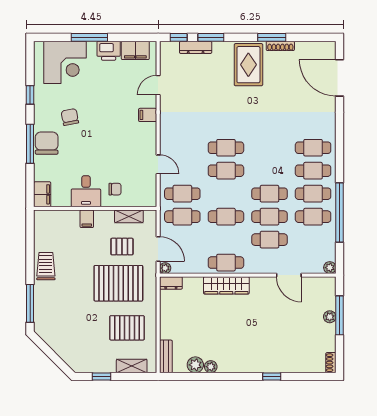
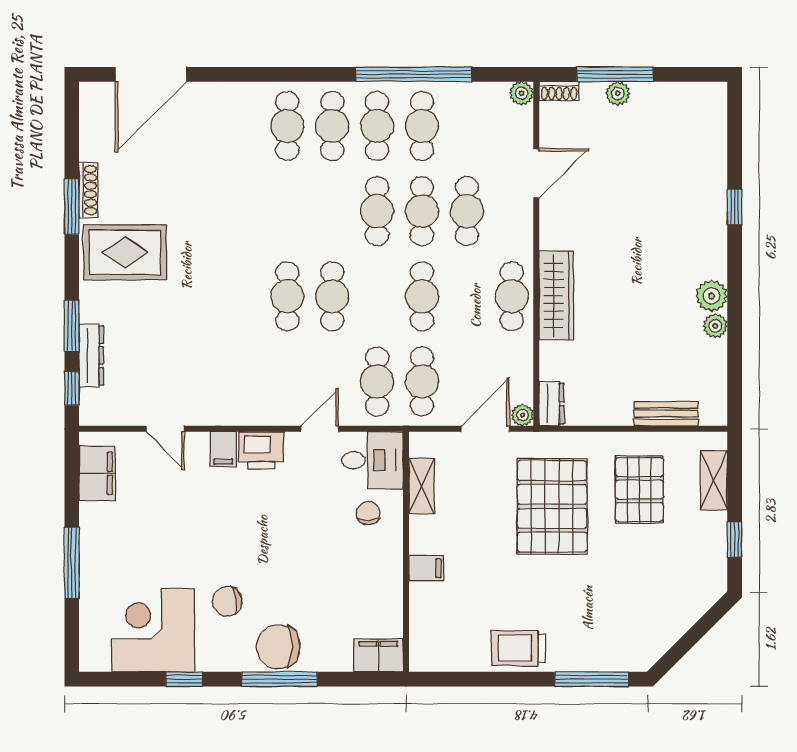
printer: (109, 51) -> (261, 450), moved, turned 90
corner desk: (65, 62) -> (153, 630), moved, turned -90
desk: (86, 191) -> (372, 460), moved
pallet: (122, 247) -> (481, 499), removed
bench: (166, 356) -> (666, 414), moved
shoe rack: (331, 363) -> (559, 91), moved
plant: (195, 365) -> (712, 296), moved

